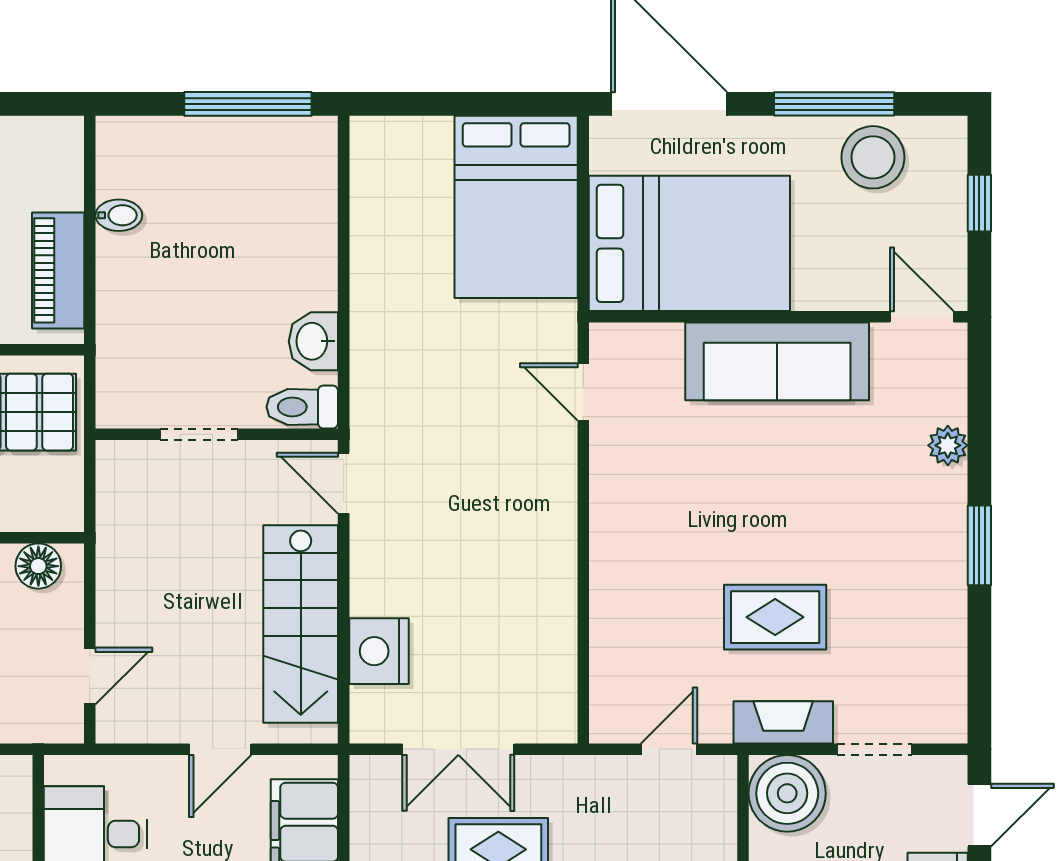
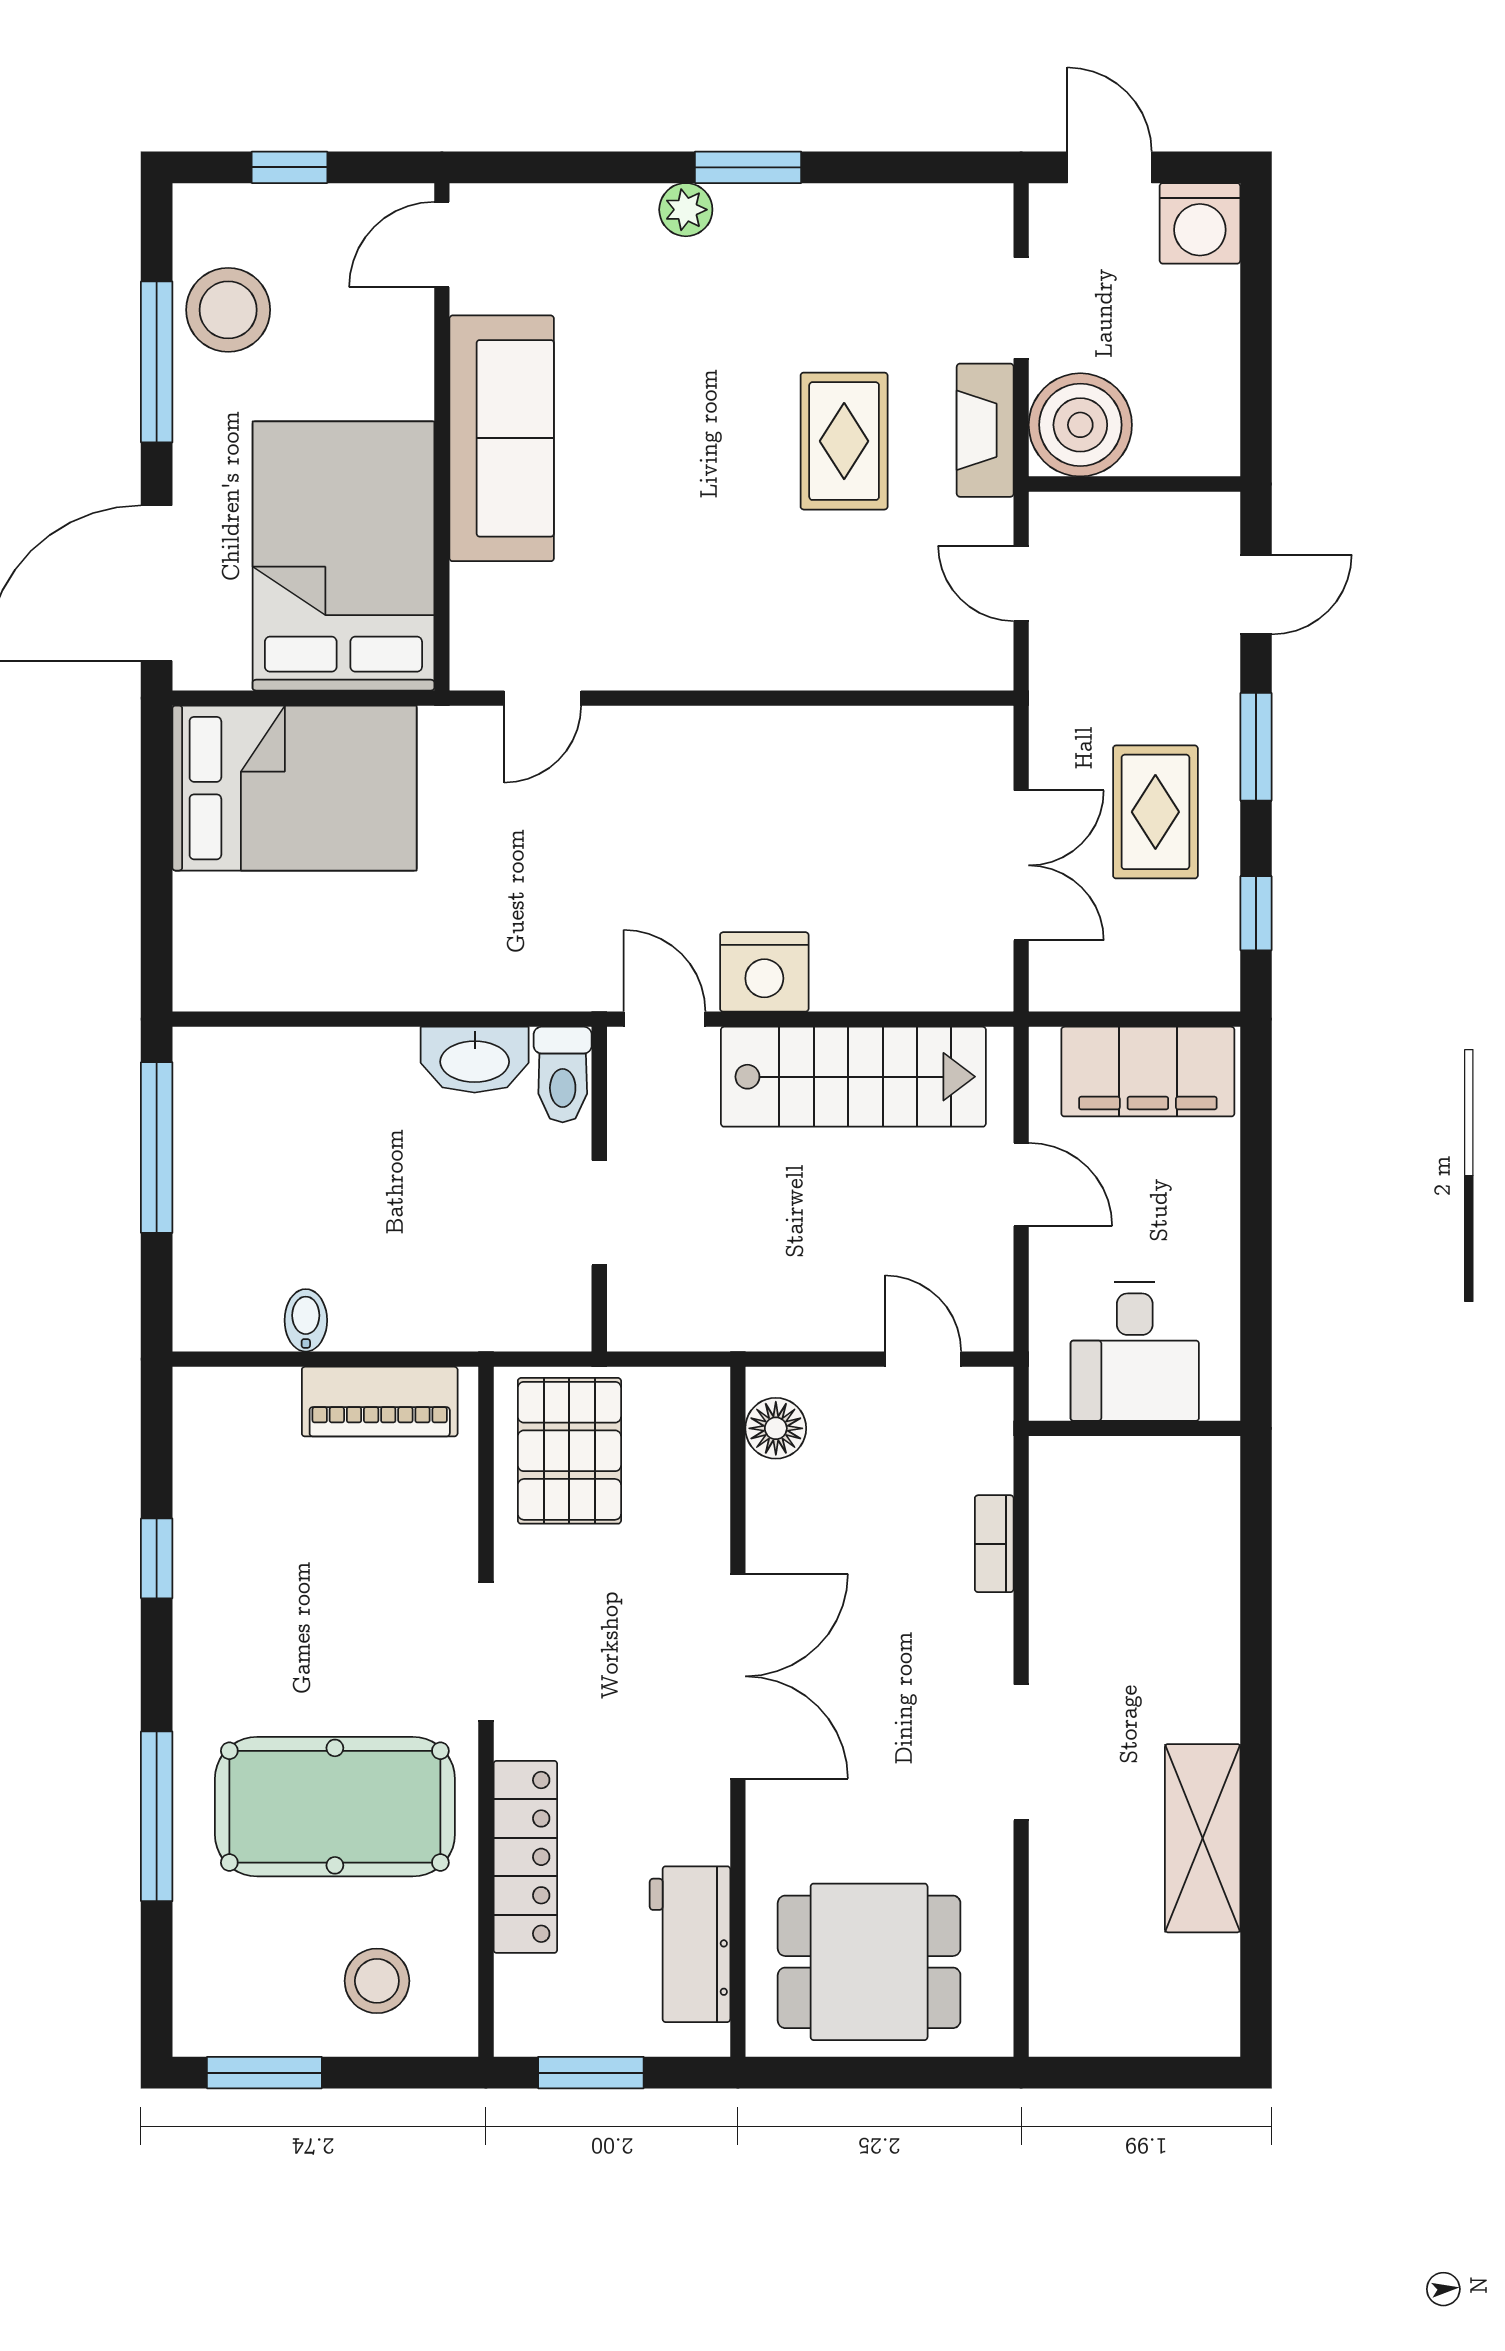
washbasin: (313, 341) -> (475, 1060), width x1.38
plant: (948, 445) -> (686, 210), moved
door: (344, 483) -> (665, 1019), swing flipped
nightstand: (379, 651) -> (764, 972), moved

